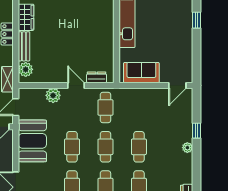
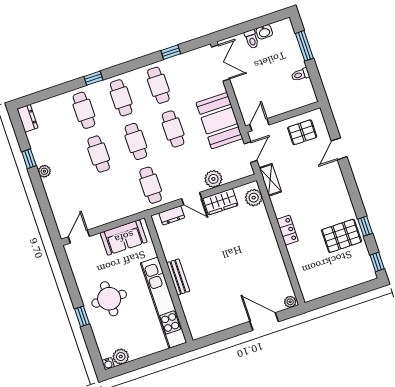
wardrobe: (26, 17) -> (220, 202), moved, turned -90
round table: (170, 27) -> (109, 299), added
bench: (24, 46) -> (178, 277), moved
window: (197, 131) -> (29, 159), moved

